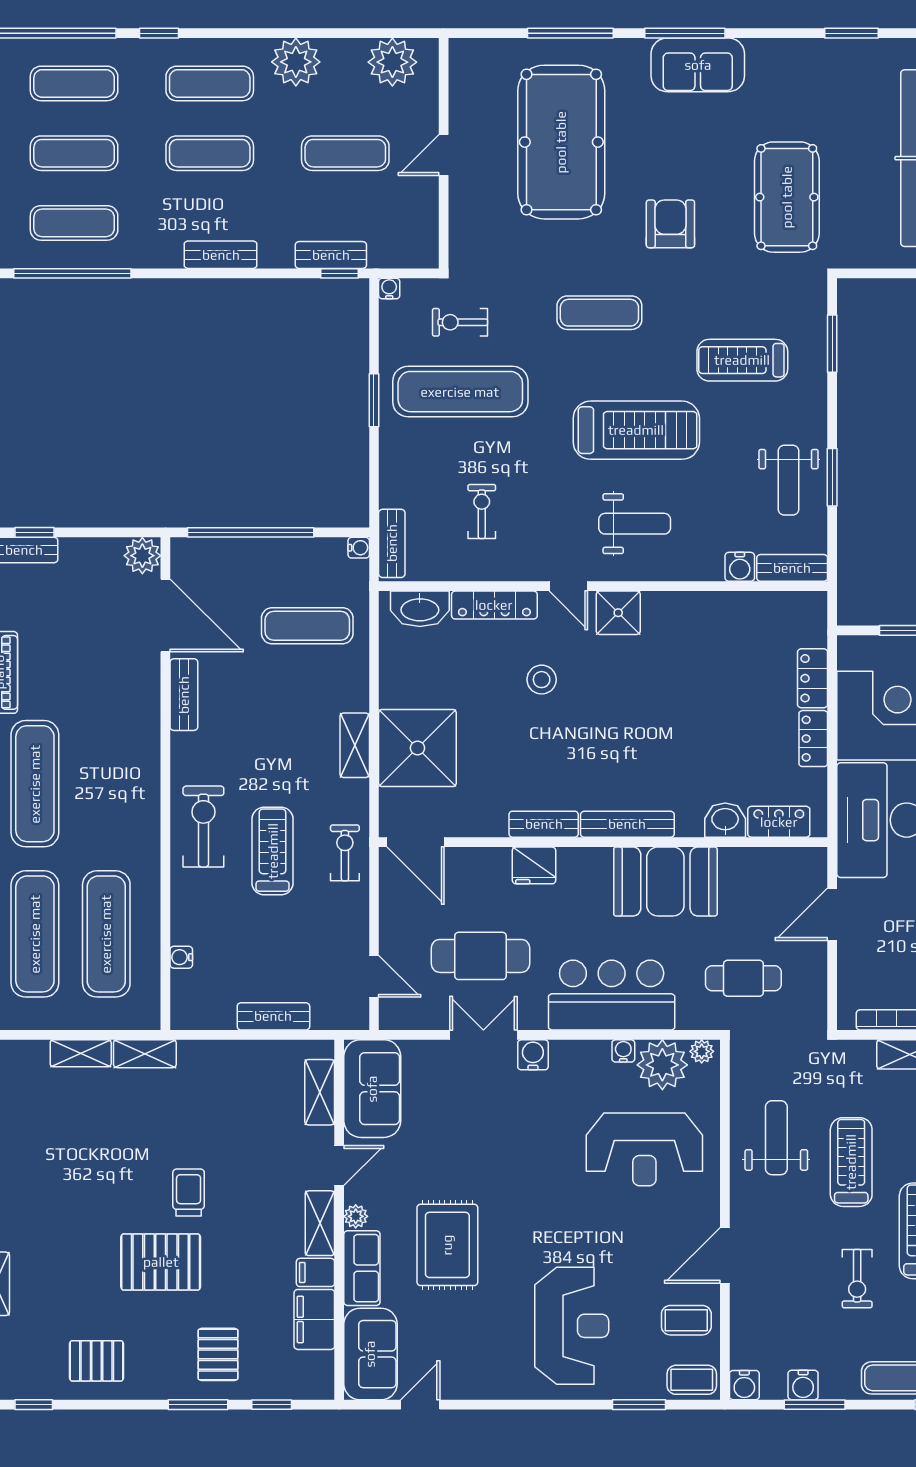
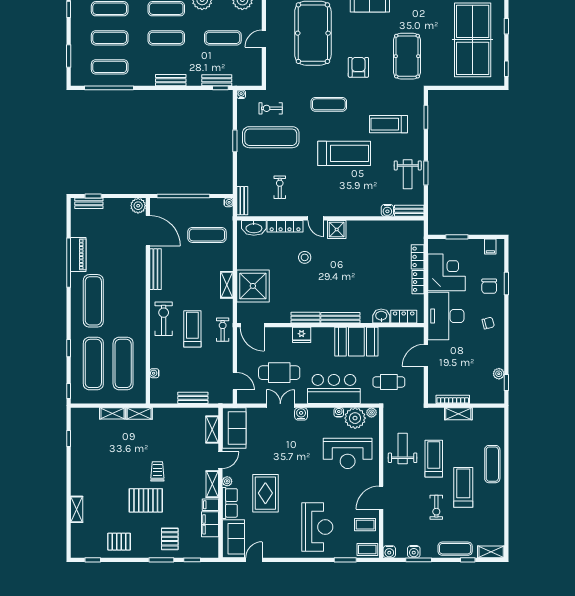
weight bench: (635, 524) -> (344, 192), removed
bench: (184, 695) -> (155, 269), width x1.36

